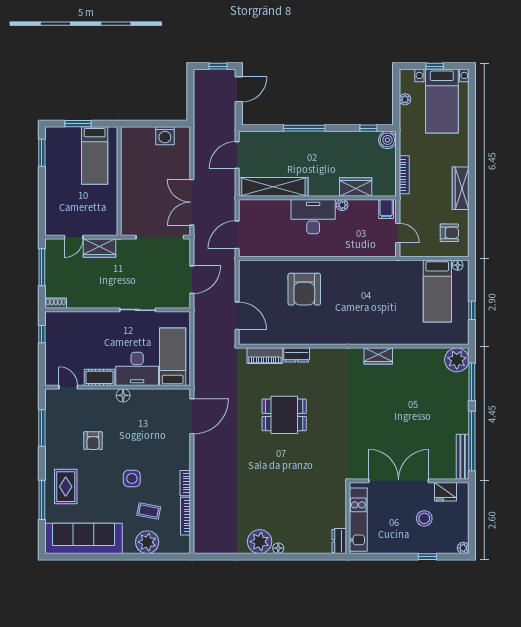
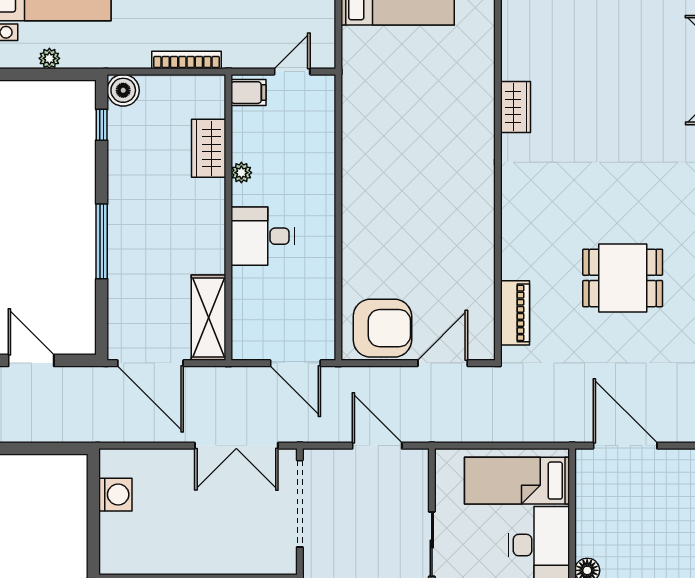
door: (237, 155) -> (150, 363), width x1.36
shelving: (273, 187) -> (208, 318), width x0.68
desk: (313, 217) -> (263, 236), width x0.73
armchair: (304, 289) -> (382, 328), moved
dresser: (297, 355) -> (514, 255), removed
dining table: (284, 415) -> (623, 278), turned 90

